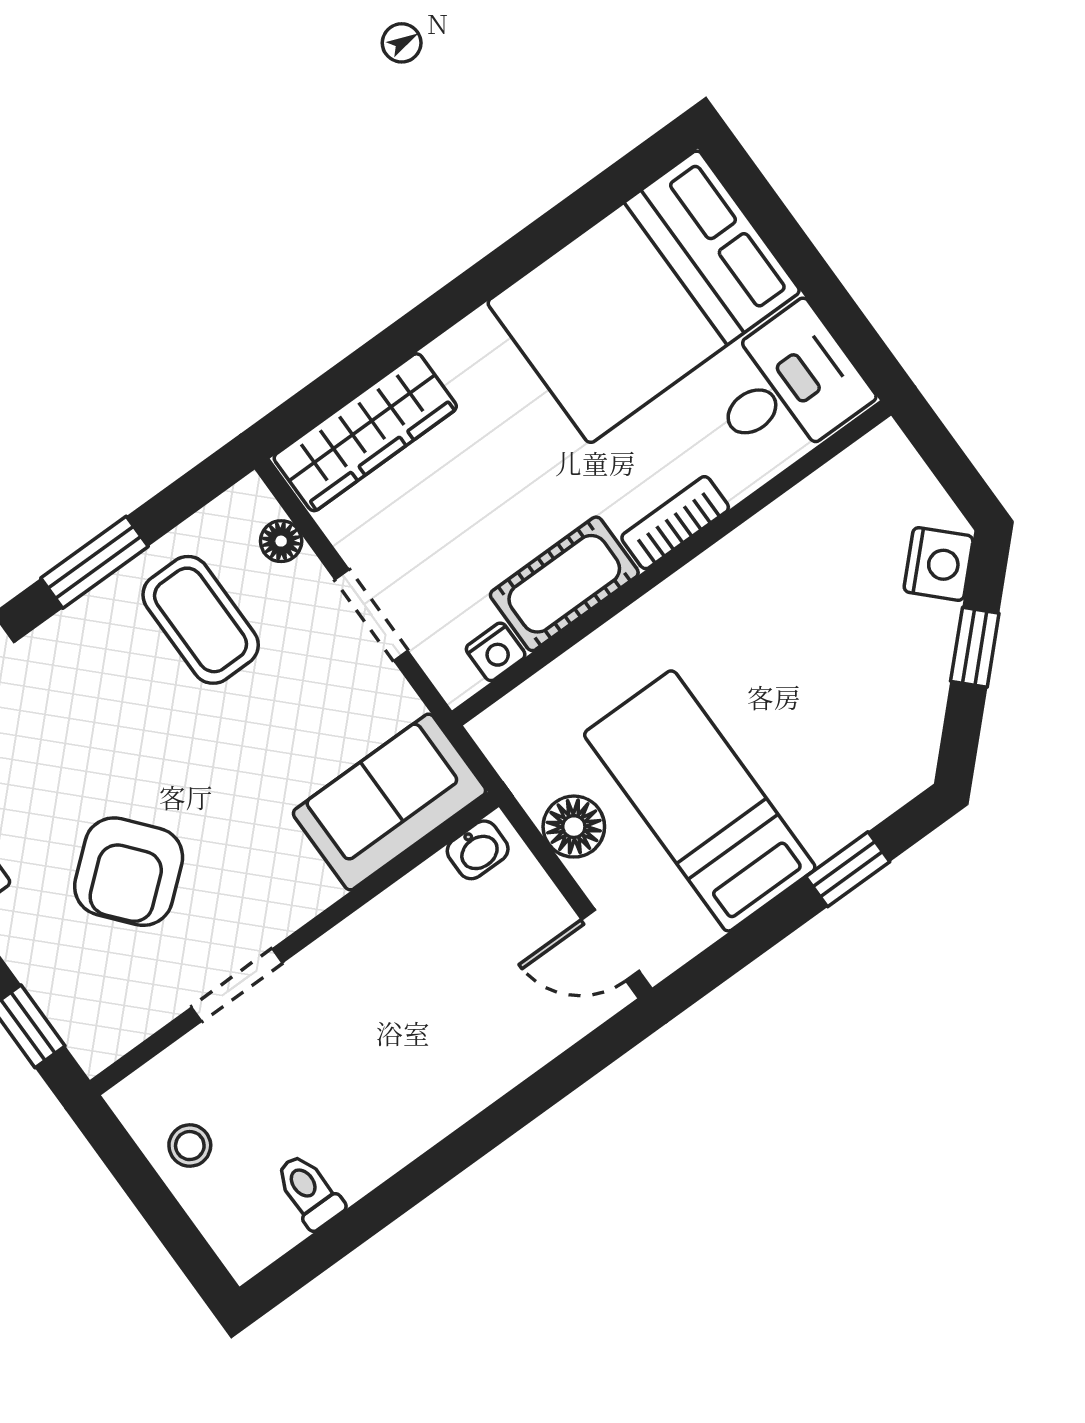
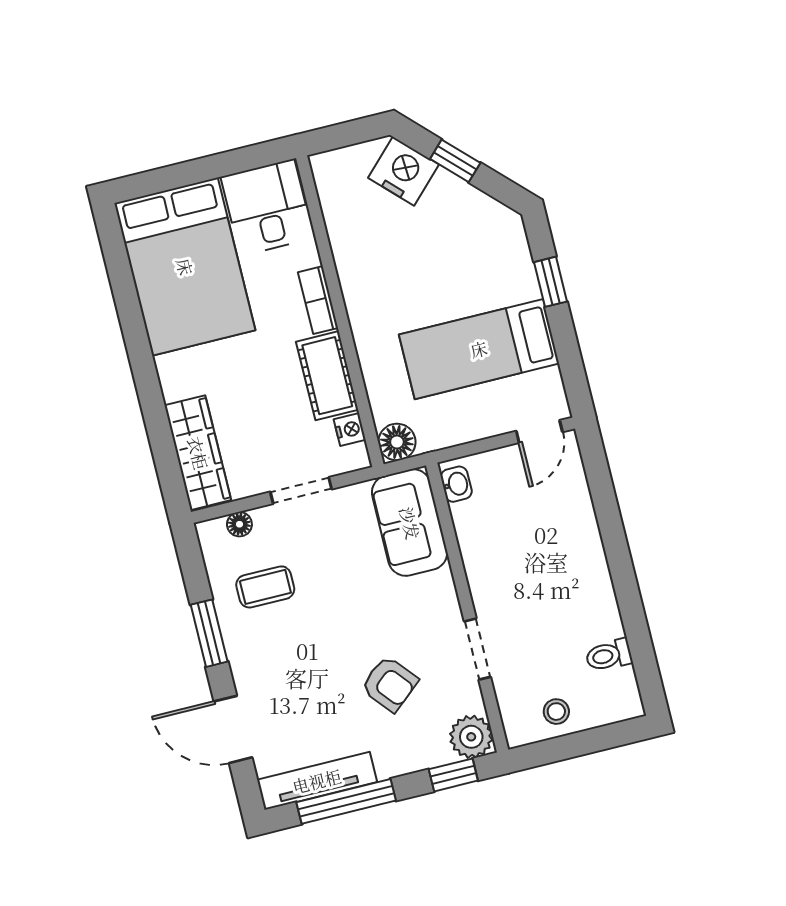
nightstand: (939, 564) -> (404, 171), width x1.36, depth x1.33
coffee table: (201, 620) -> (265, 587), width x0.73, depth x0.77
floor lamp: (574, 827) -> (397, 442), moved
armchair: (129, 872) -> (390, 684), width x0.72, depth x0.72
plant: (98, 1030) -> (471, 737), added

